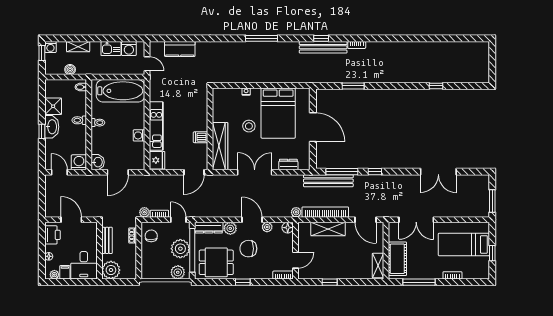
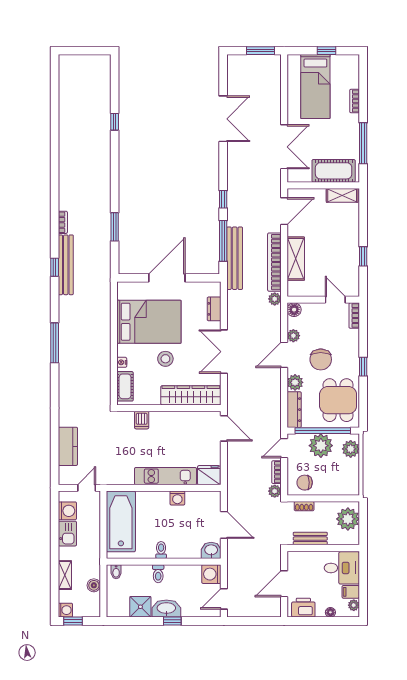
cot: (227, 94) -> (125, 386), added
dishwasher: (201, 137) -> (142, 420), moved
plant: (111, 270) -> (348, 519), moved

